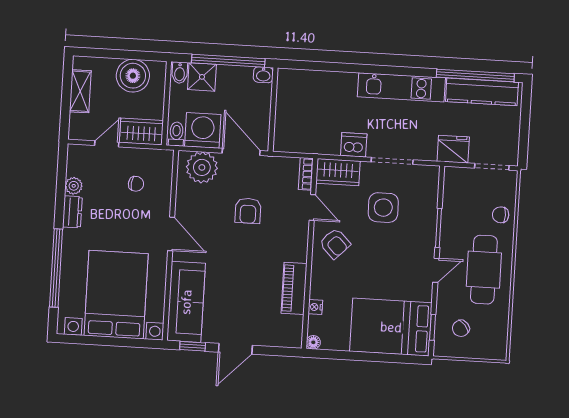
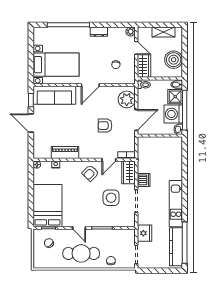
washing machine: (203, 130) -> (173, 114), moved, turned 180
plant: (74, 186) -> (131, 32), moved
bed with nightstands: (116, 295) -> (56, 65), width x0.73

